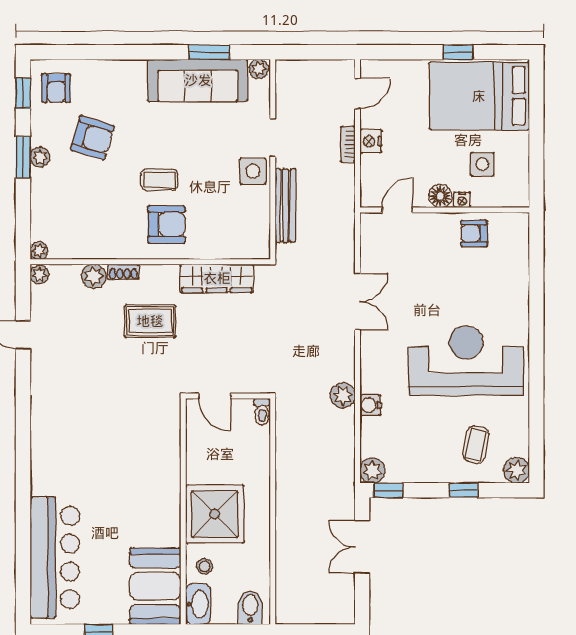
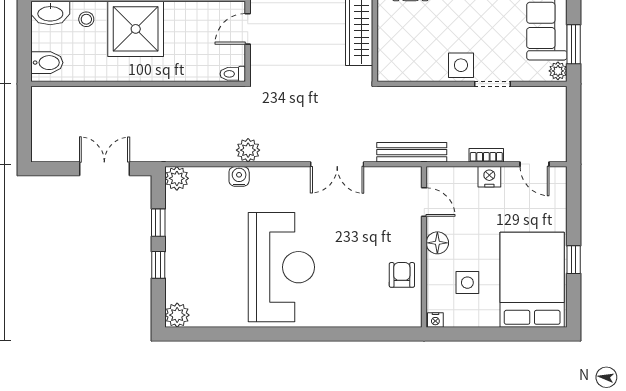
window: (209, 52) -> (574, 44), moved
nightstand: (462, 200) -> (435, 320), moved, turned -90
bench: (285, 206) -> (412, 152), moved
coffee table: (476, 445) -> (202, 277), removed
window: (388, 490) -> (158, 223), moved

